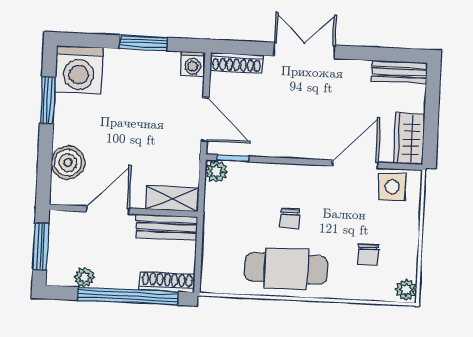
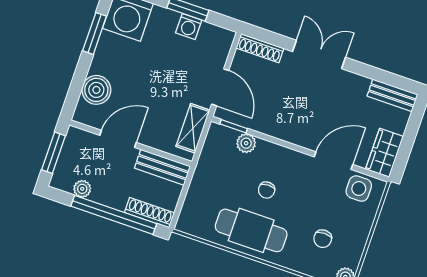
washing machine: (193, 64) -> (189, 26), moved
plant: (216, 171) -> (246, 143), moved
shelving: (172, 199) -> (193, 128), moved, turned 90

